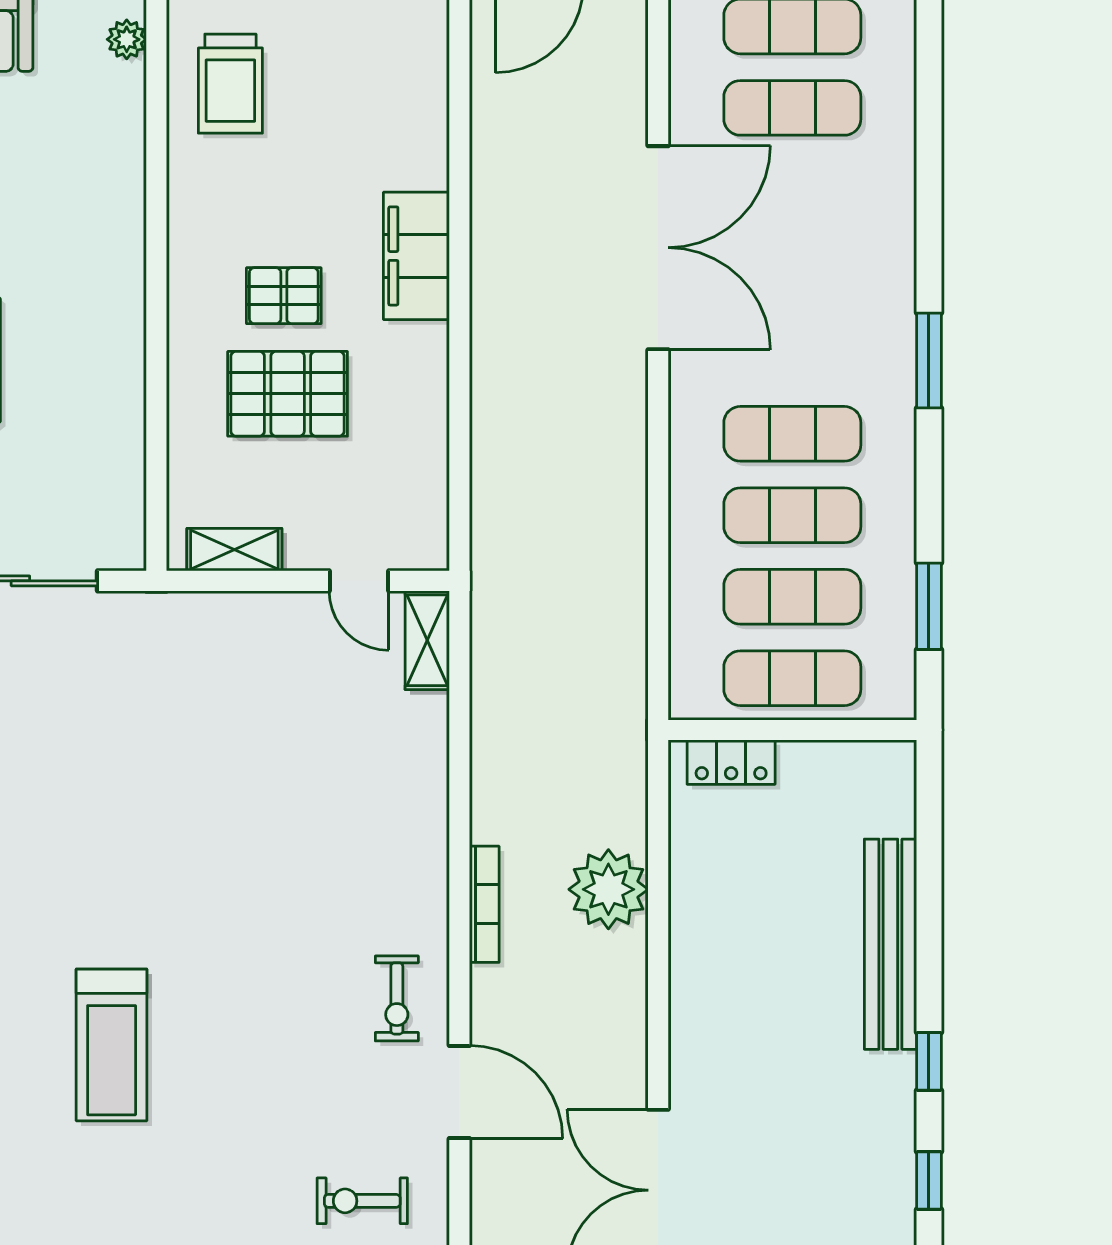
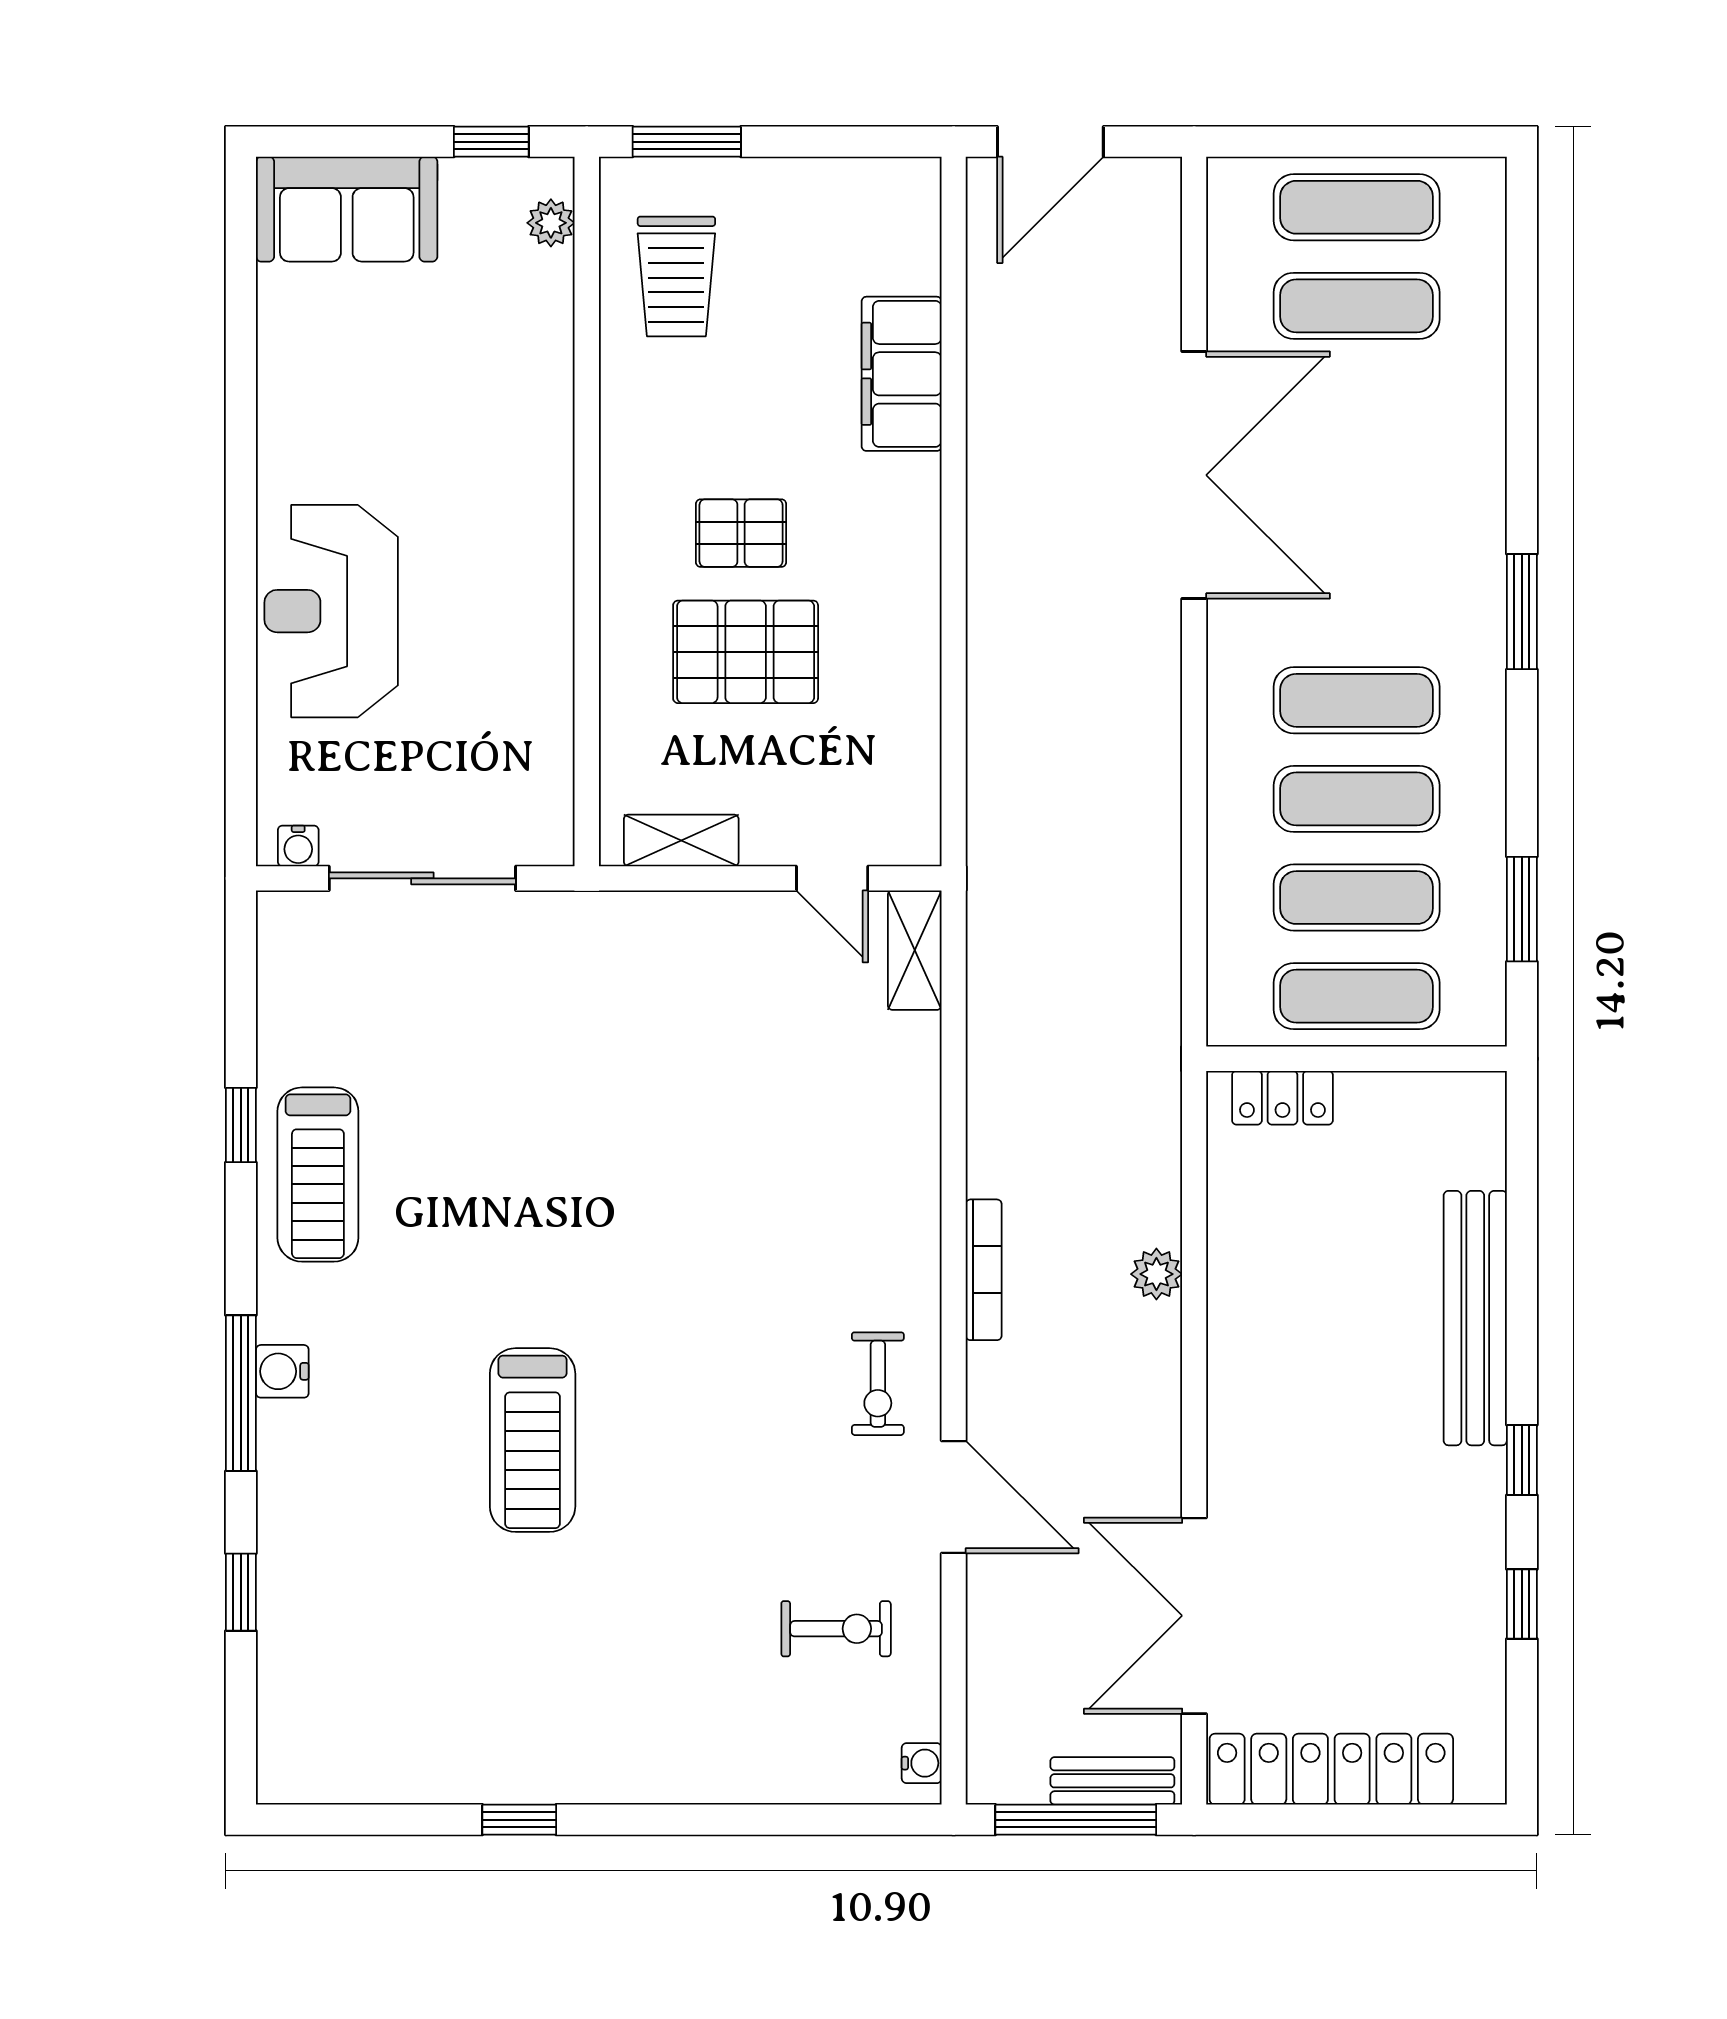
filing cabinet: (416, 256) -> (902, 374), moved
plant: (608, 889) -> (1156, 1274), width x0.53, depth x0.53
exercise bike: (362, 1201) -> (836, 1629), turned 180

